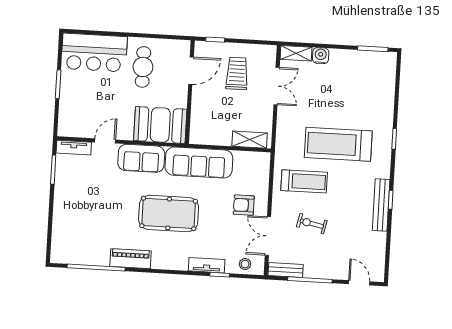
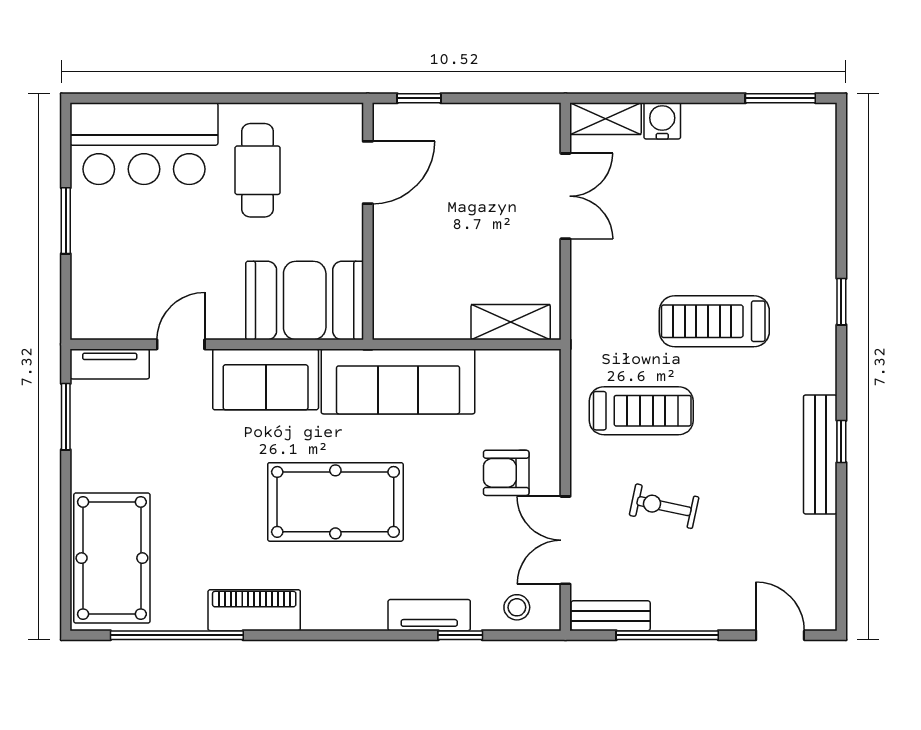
trolley: (237, 73) -> (473, 173), removed
treadmill: (338, 144) -> (714, 321), width x0.73, depth x0.73
pool table: (70, 232) -> (112, 558), added

